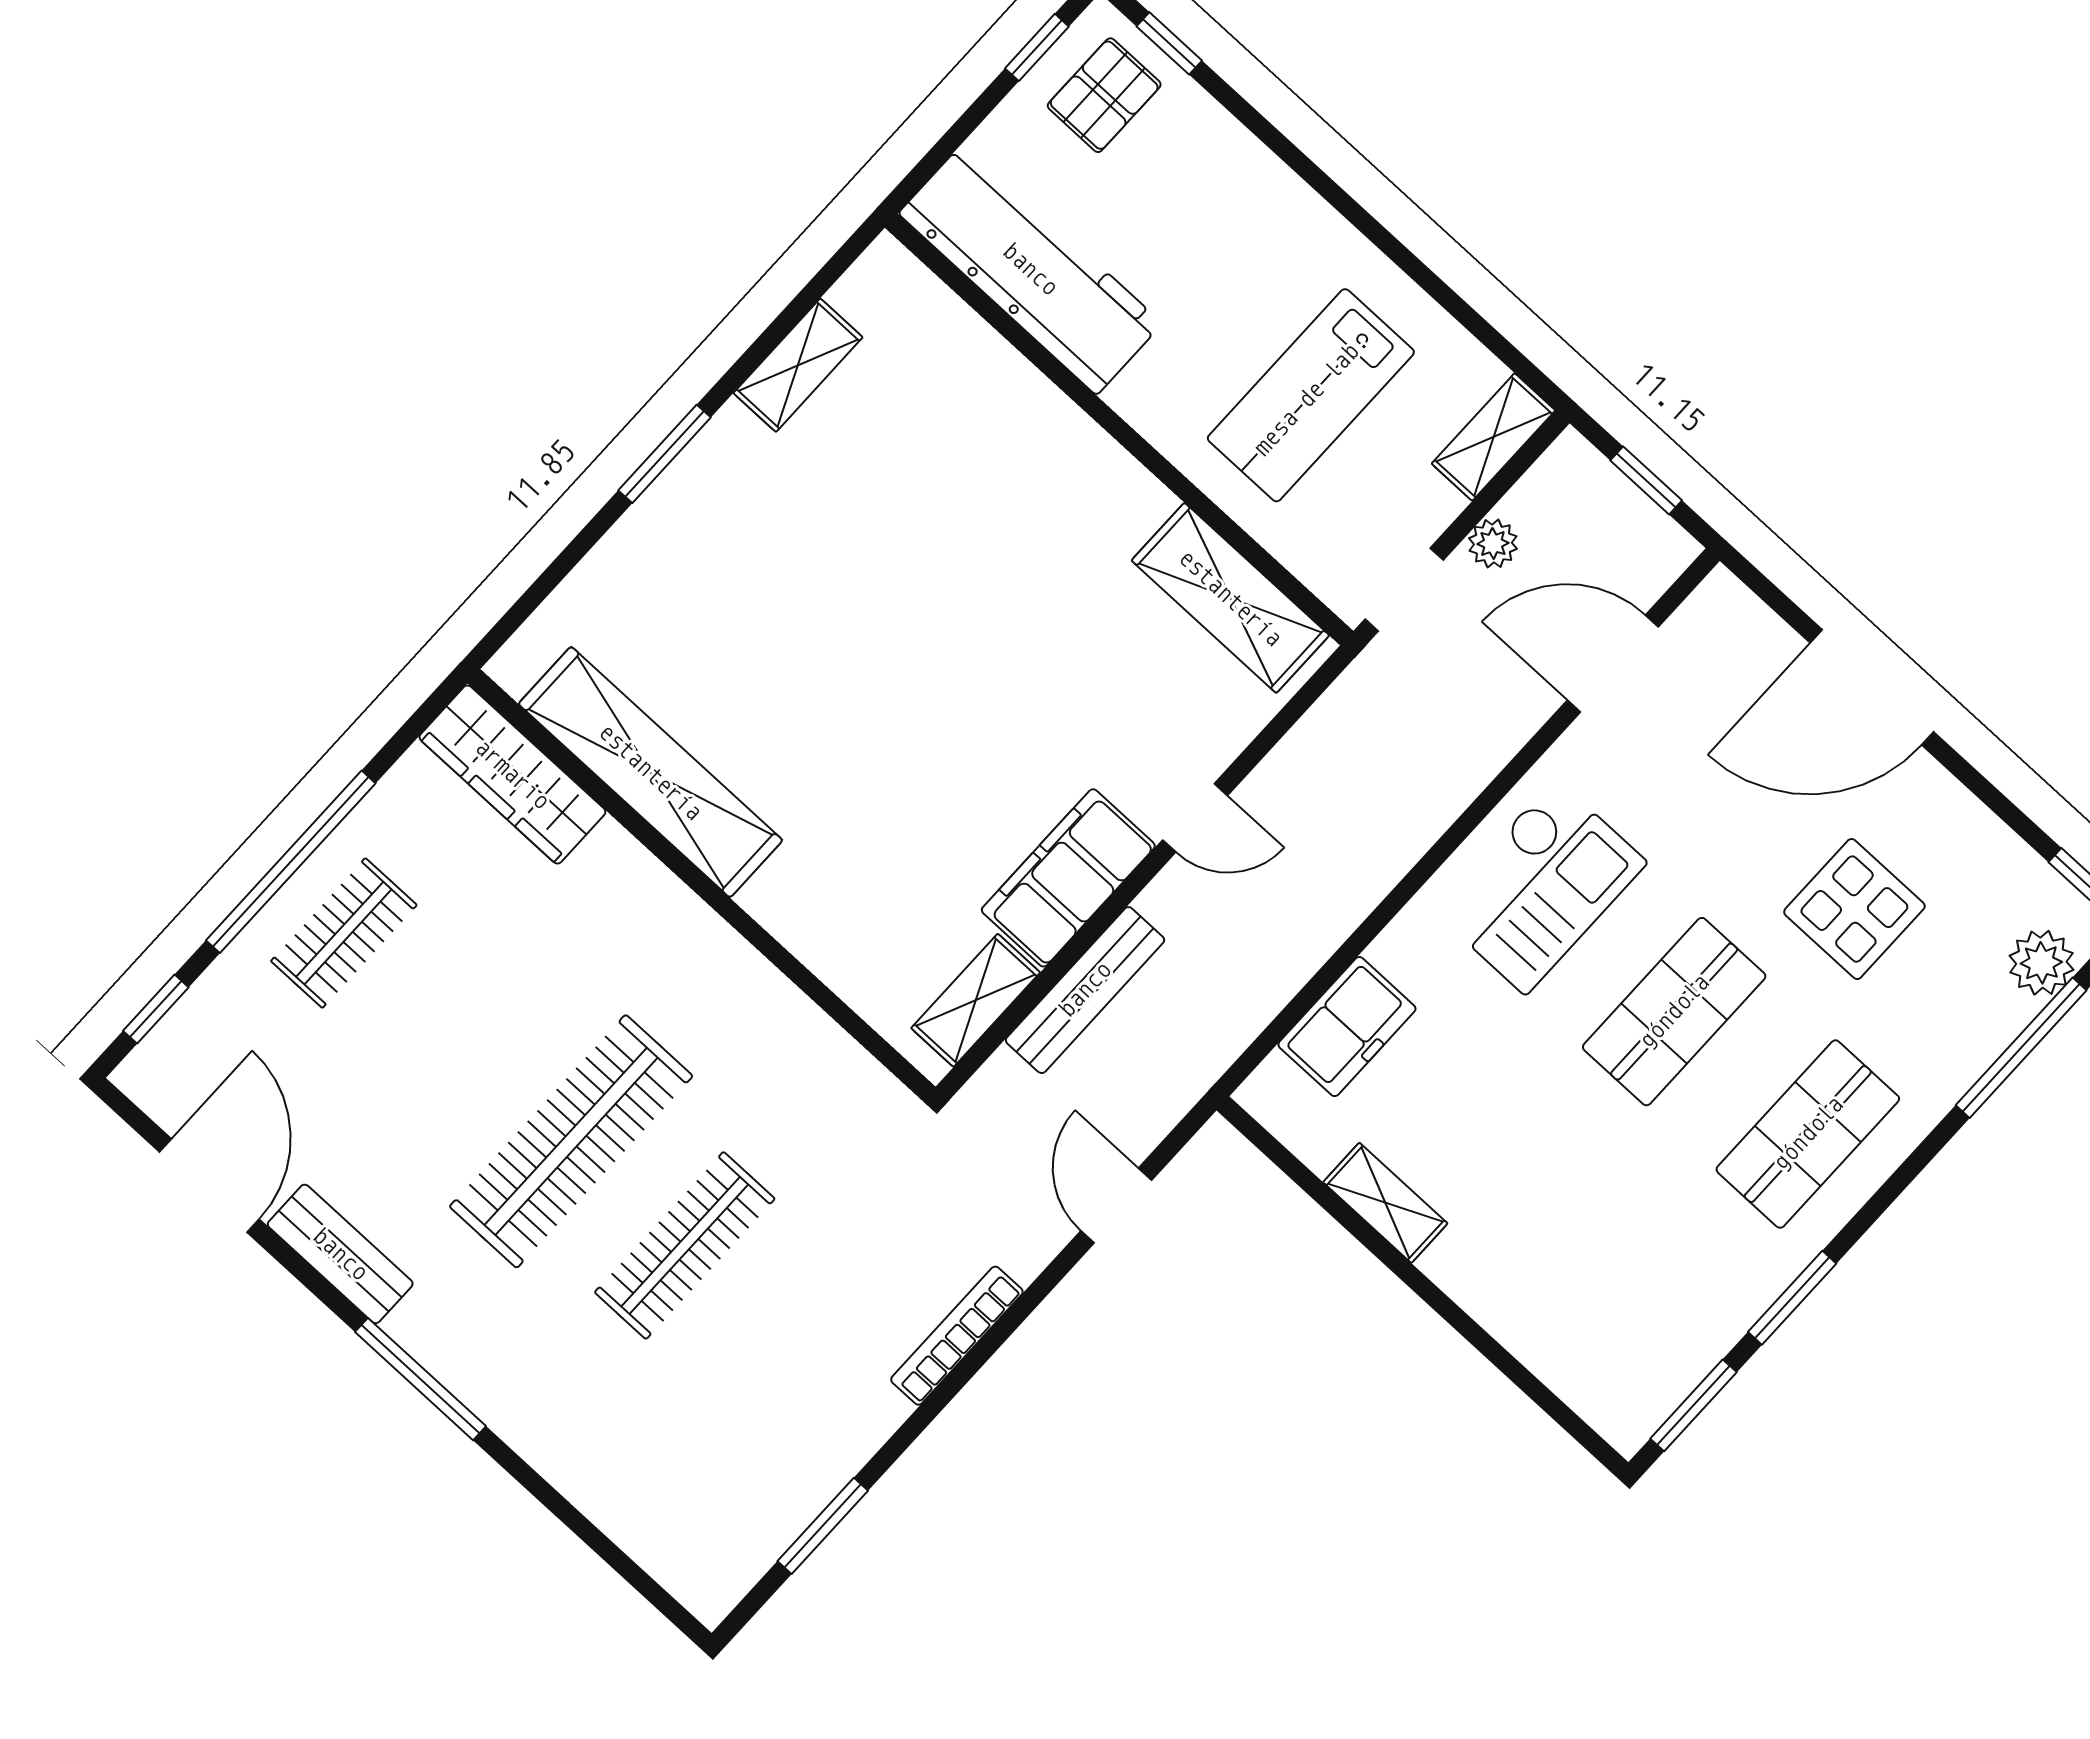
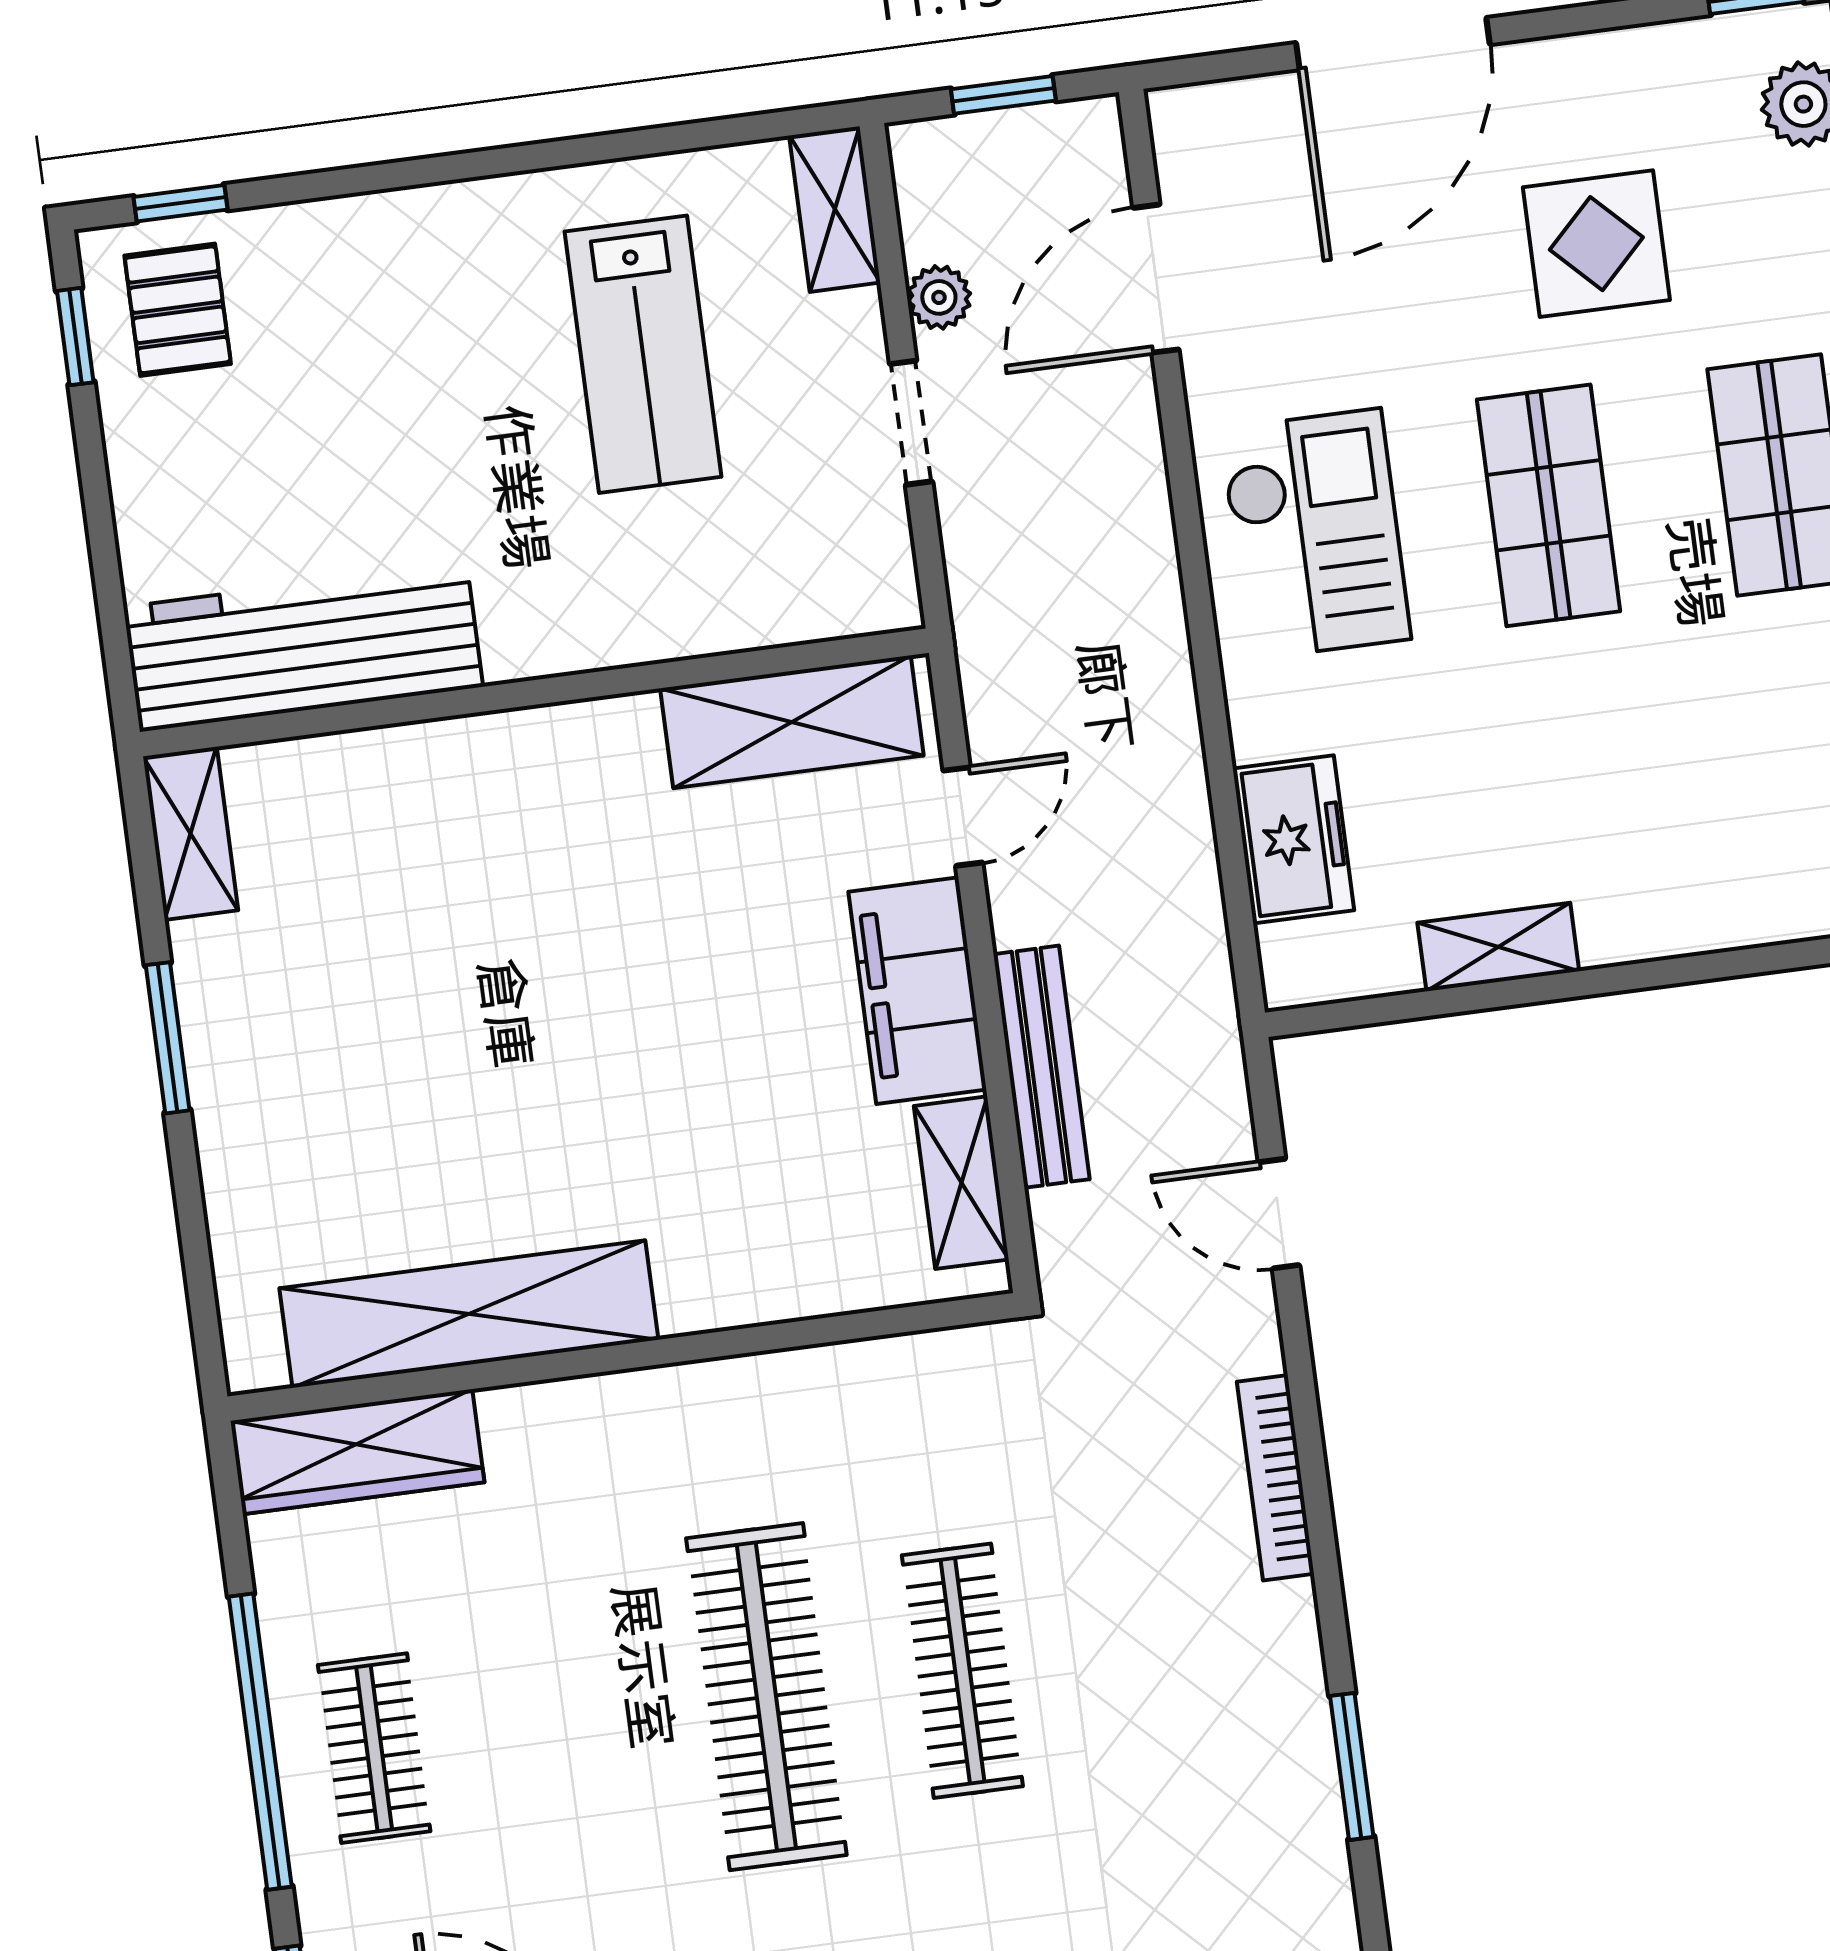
workbench: (1030, 269) -> (303, 647), moved
wall: (1119, 429) -> (534, 692), moved
shelving: (1230, 598) -> (792, 722), moved

